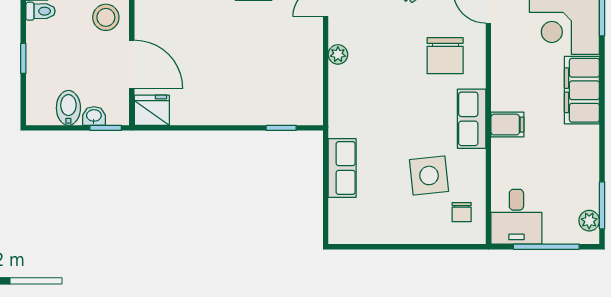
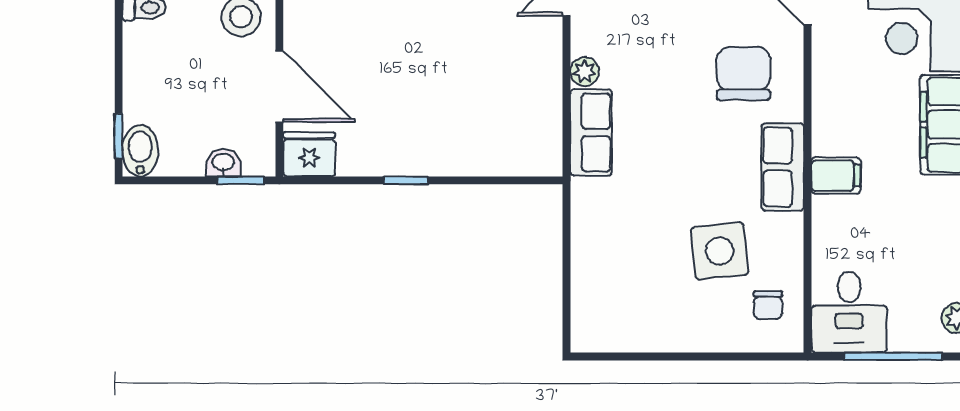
chair: (445, 56) -> (743, 73), turned 180
window: (23, 58) -> (119, 136), moved
bidet: (68, 108) -> (140, 151), moved
window: (281, 128) -> (406, 180), moved
row of seats: (342, 168) -> (591, 133), moved

